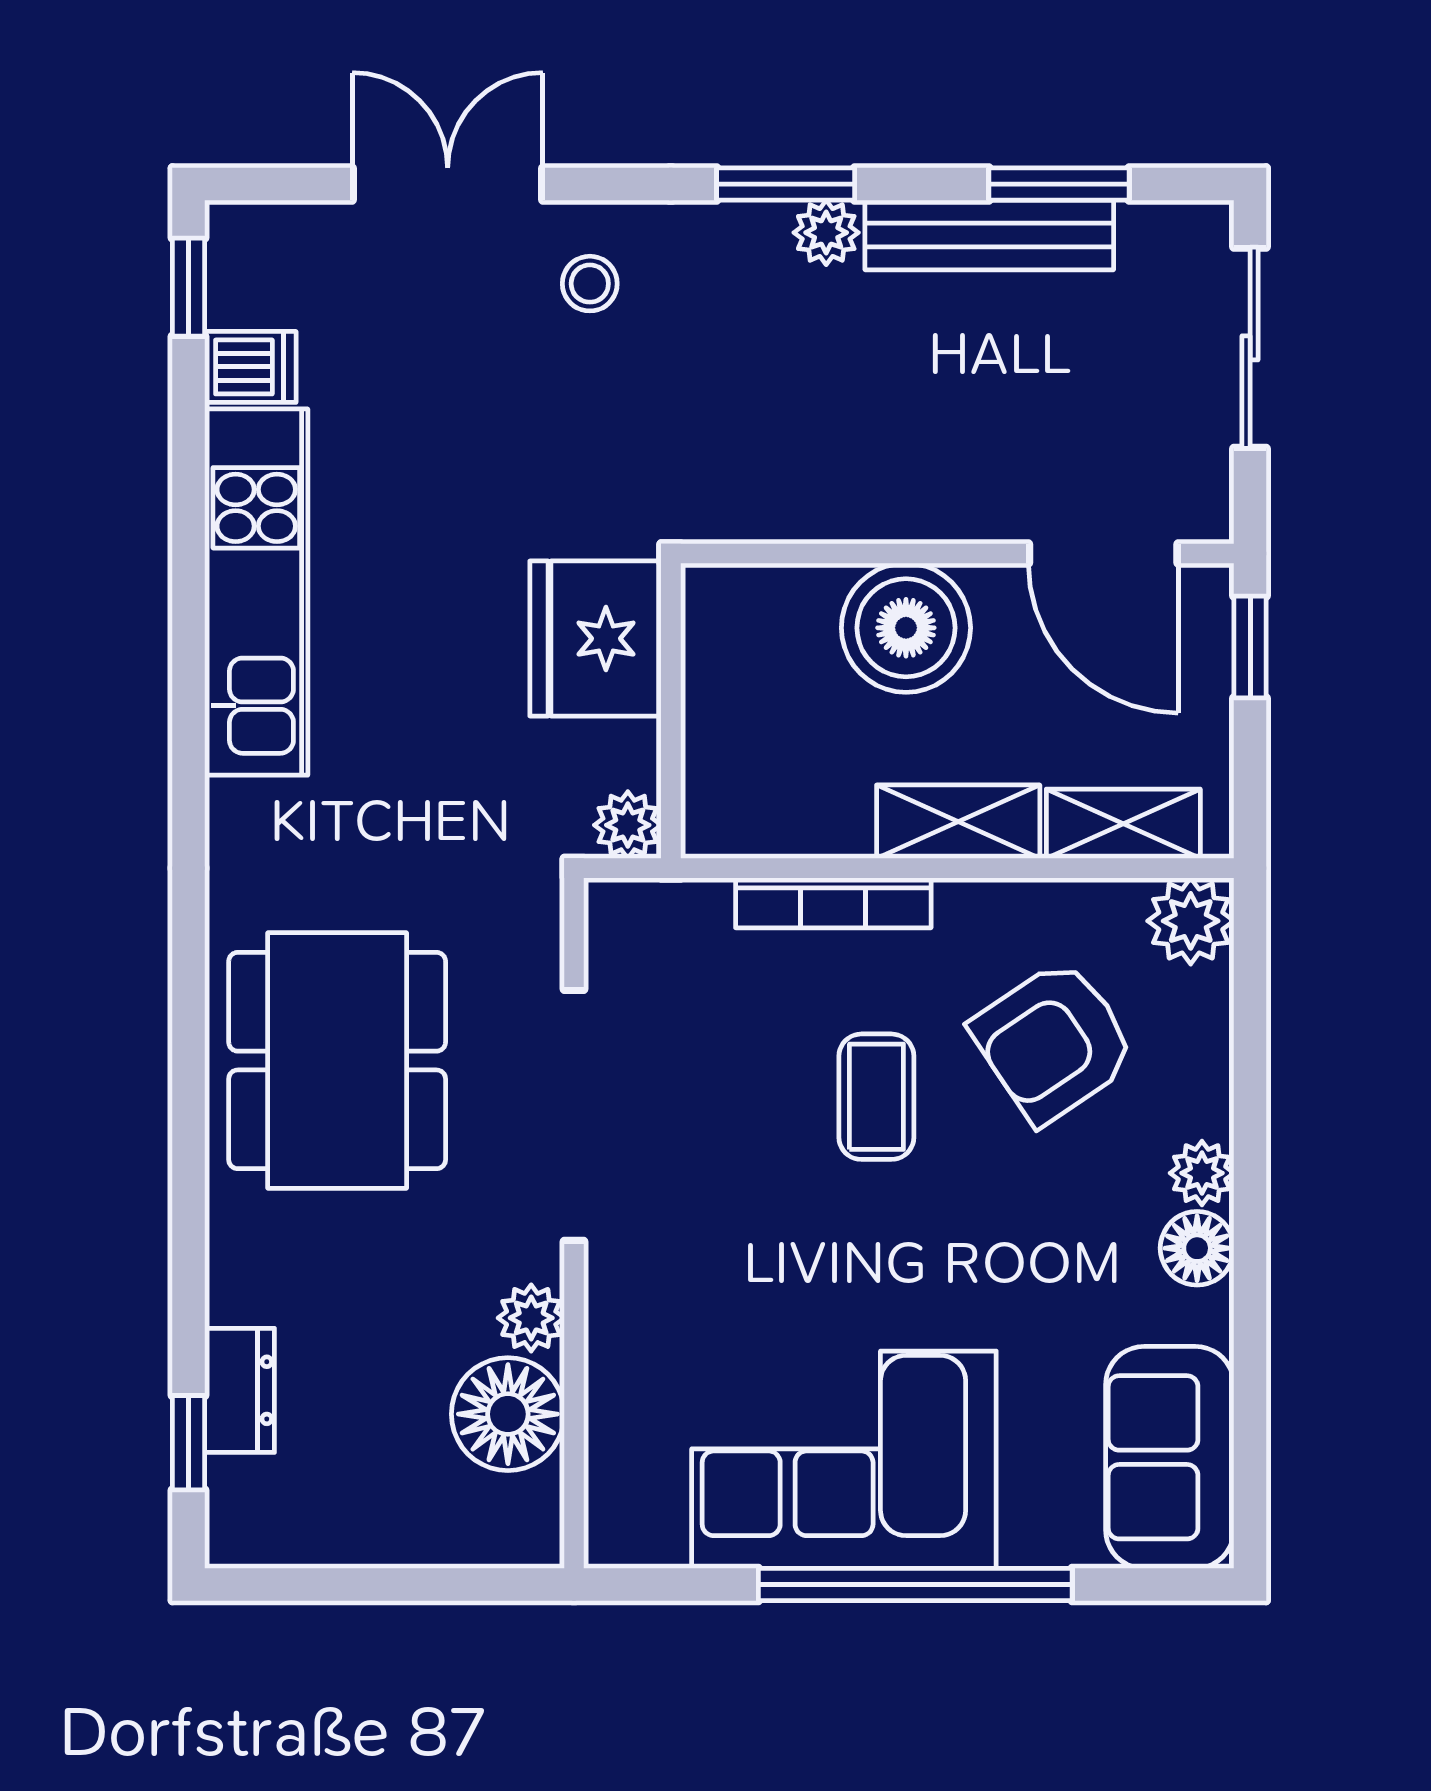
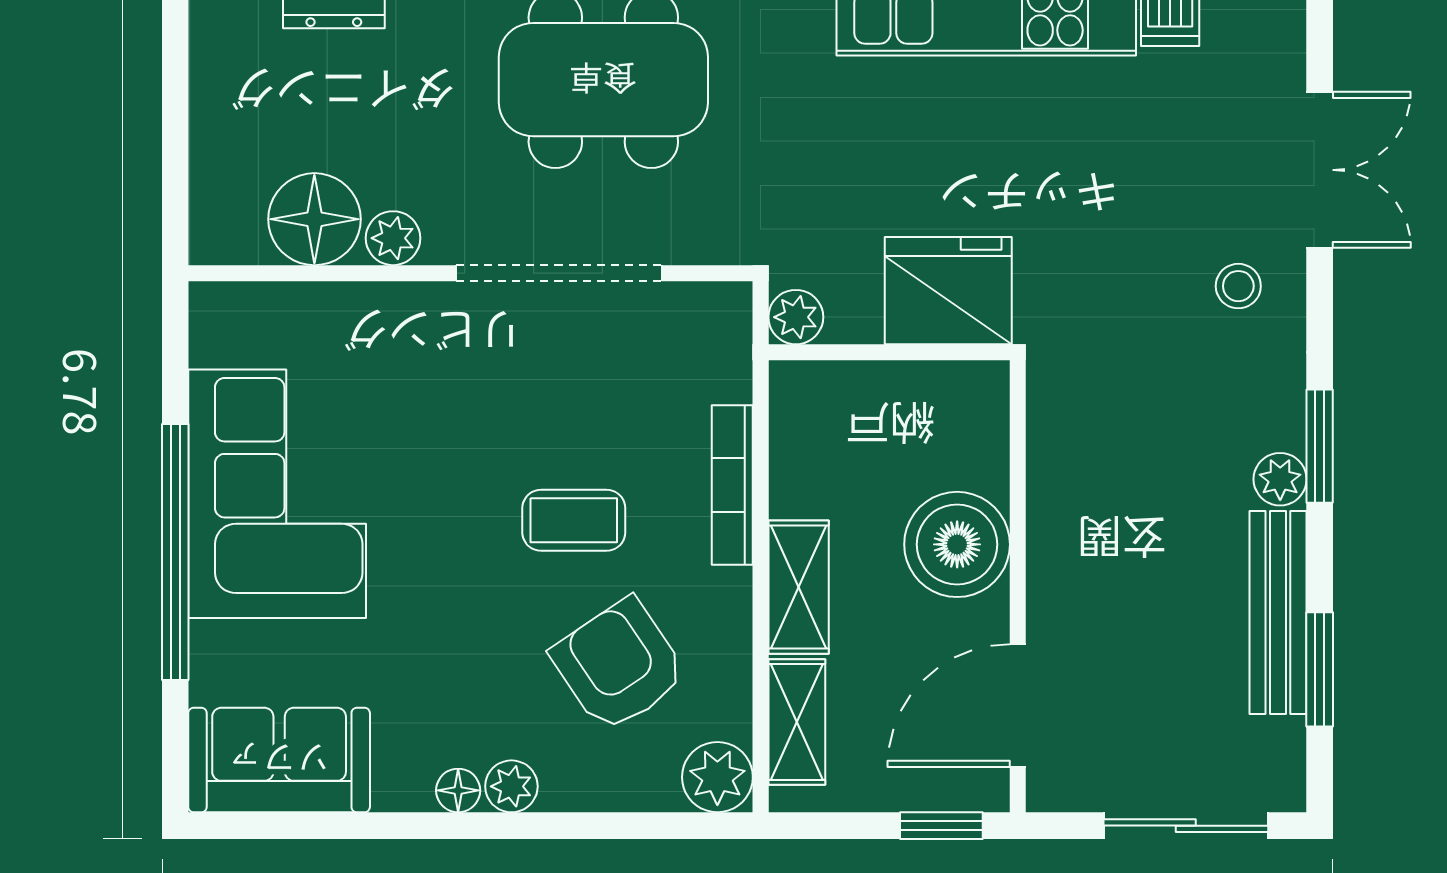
floor lamp: (1197, 1248) -> (458, 790), width x0.73, depth x0.73

